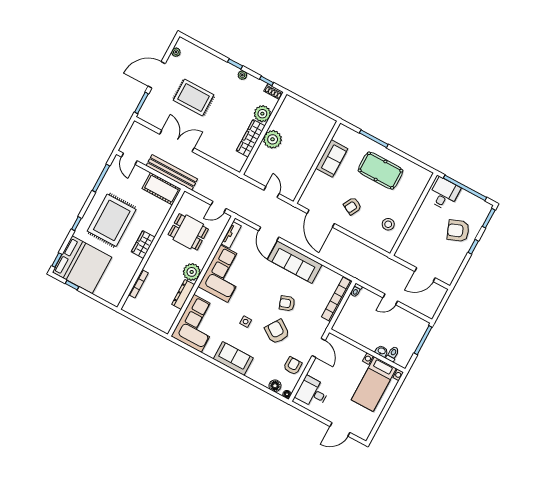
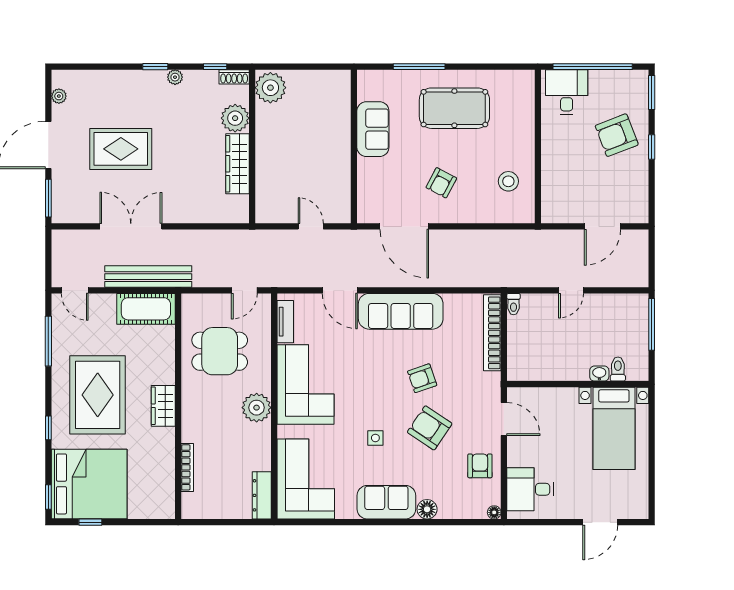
plant: (273, 139) -> (270, 88), moved
dresser: (183, 294) -> (262, 495), moved
floor lamp: (275, 386) -> (427, 509), moved

